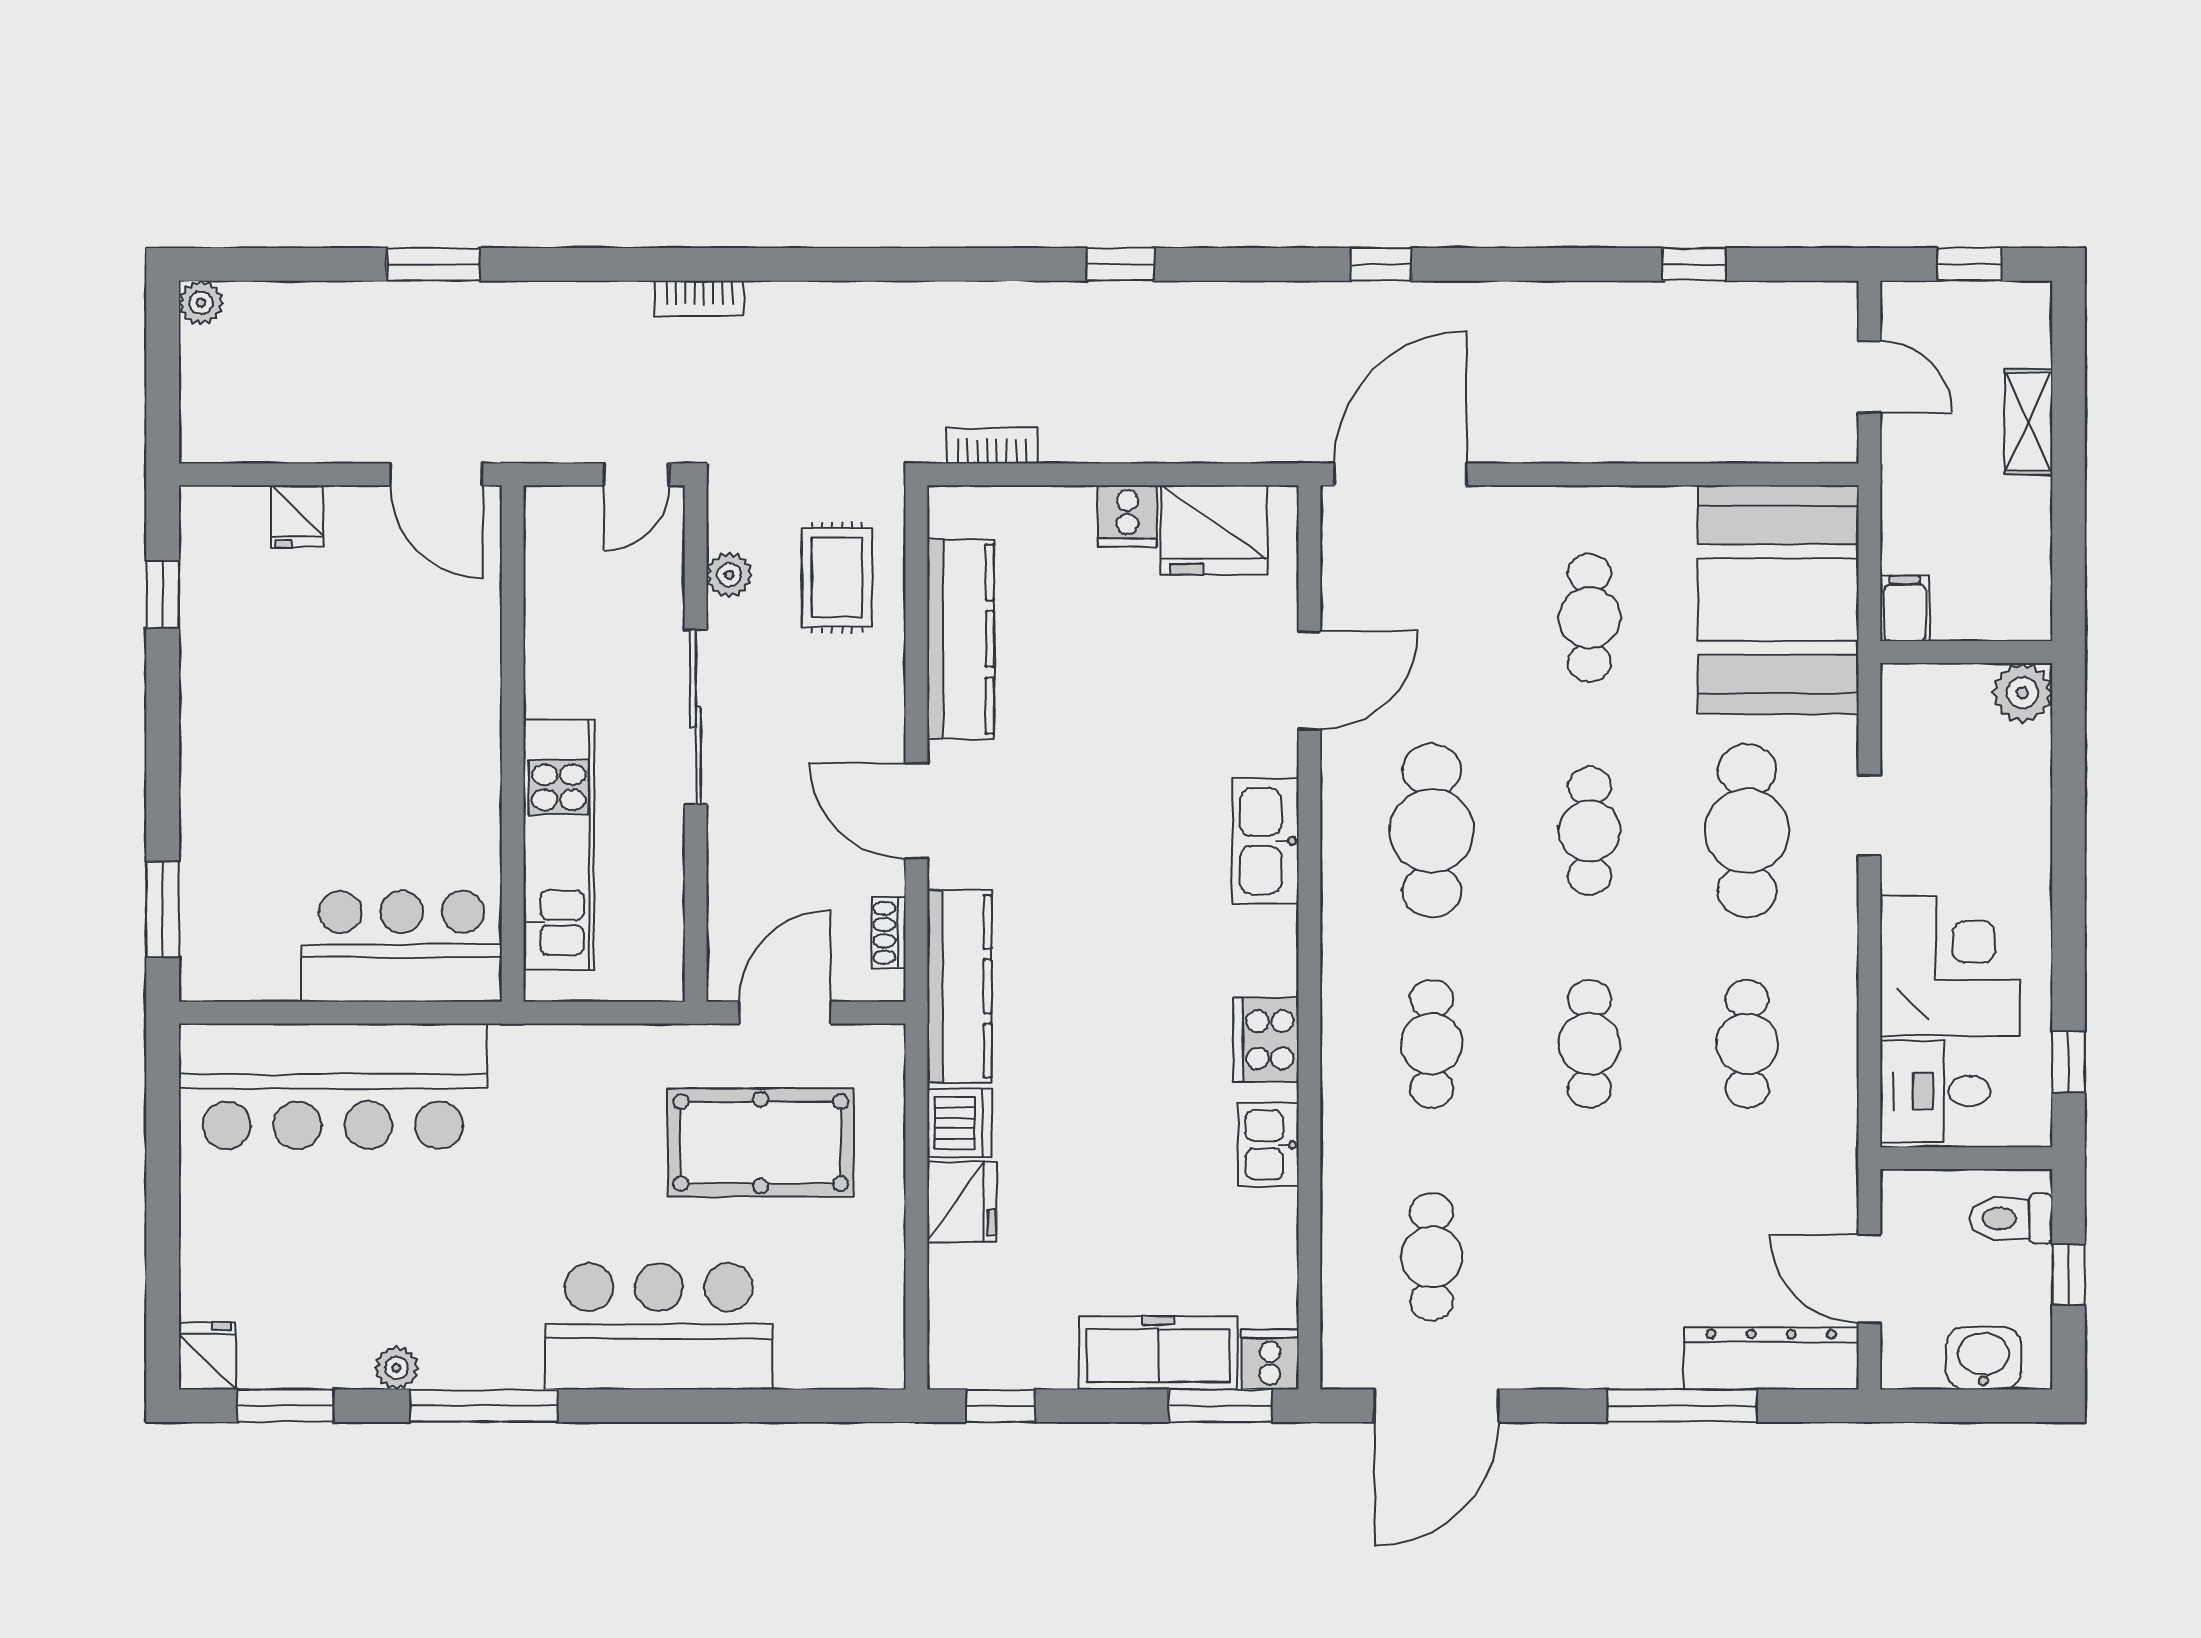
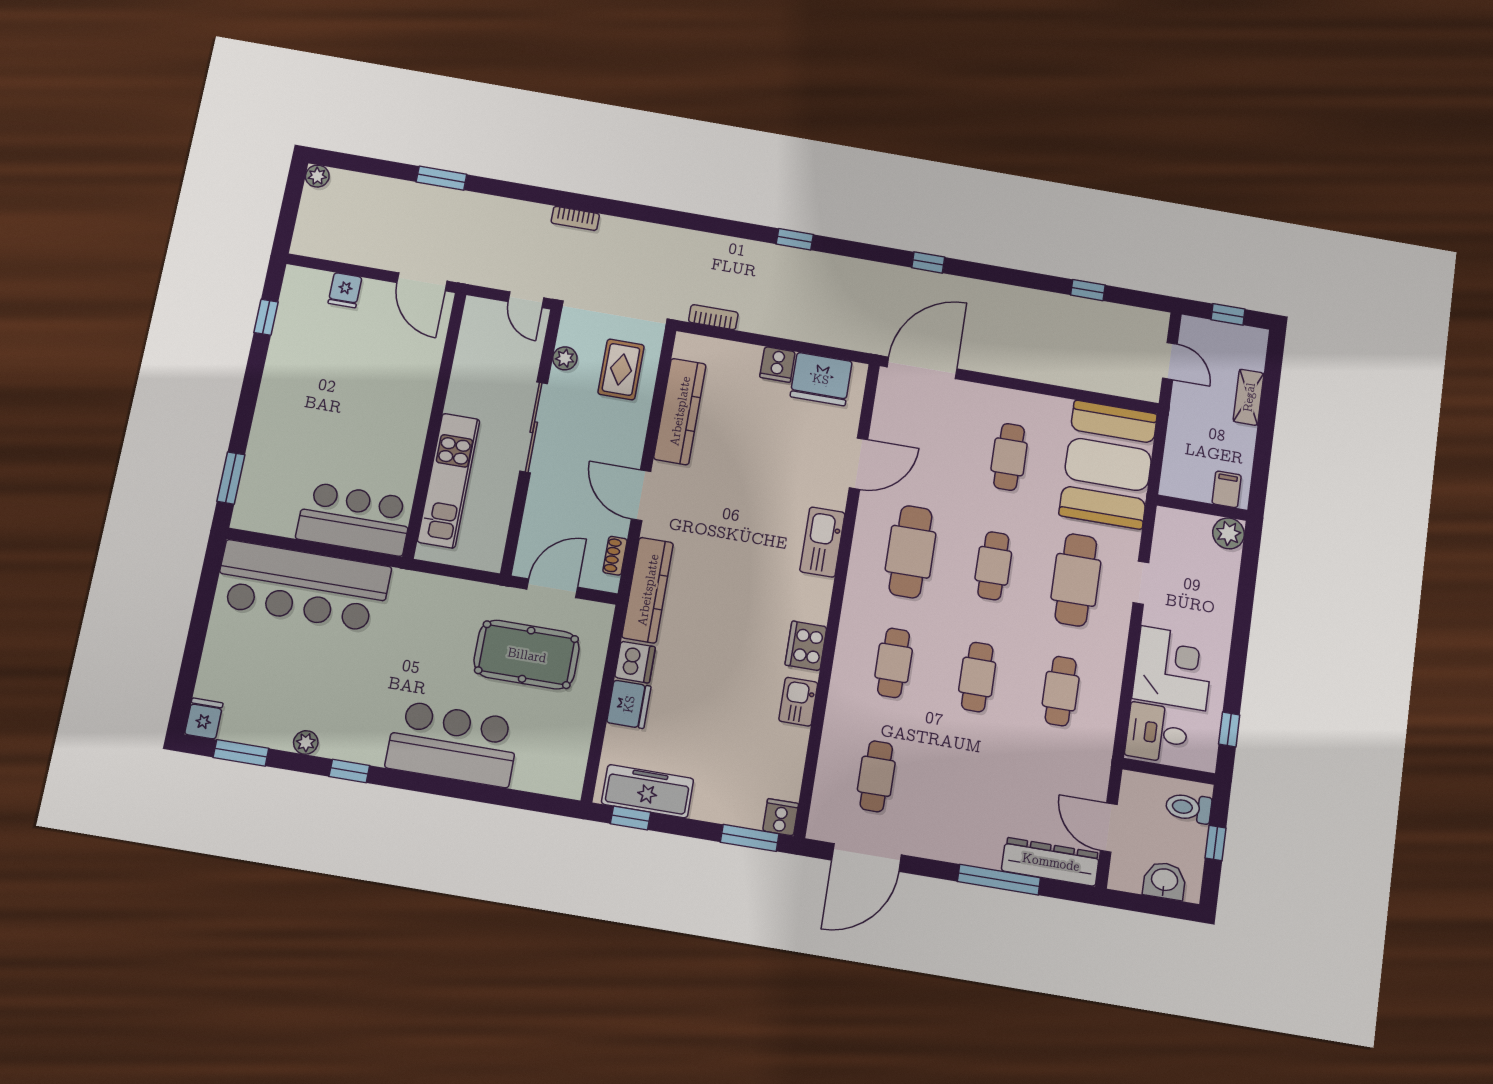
door: (636, 474) -> (526, 300), hinge flipped
filing cabinet: (1905, 608) -> (1227, 489), moved
freezer: (1158, 1353) -> (648, 791), moved
window: (484, 1406) -> (349, 771), width x0.46

